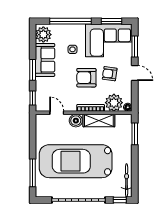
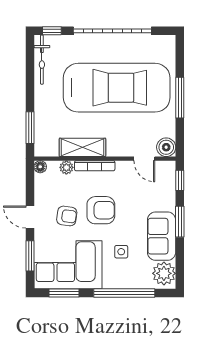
plant: (114, 103) -> (66, 167), width x0.53, depth x0.53
boiler: (76, 121) -> (166, 147), moved
window: (33, 173) -> (180, 98), moved

